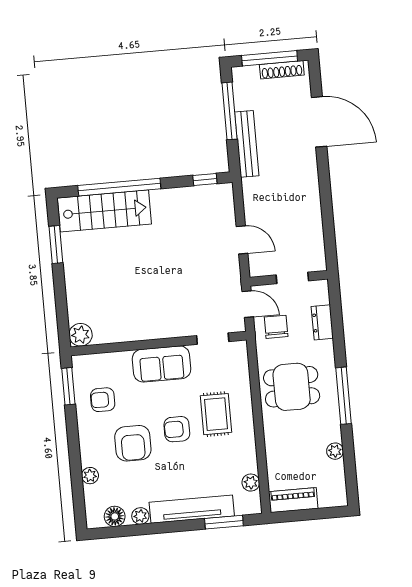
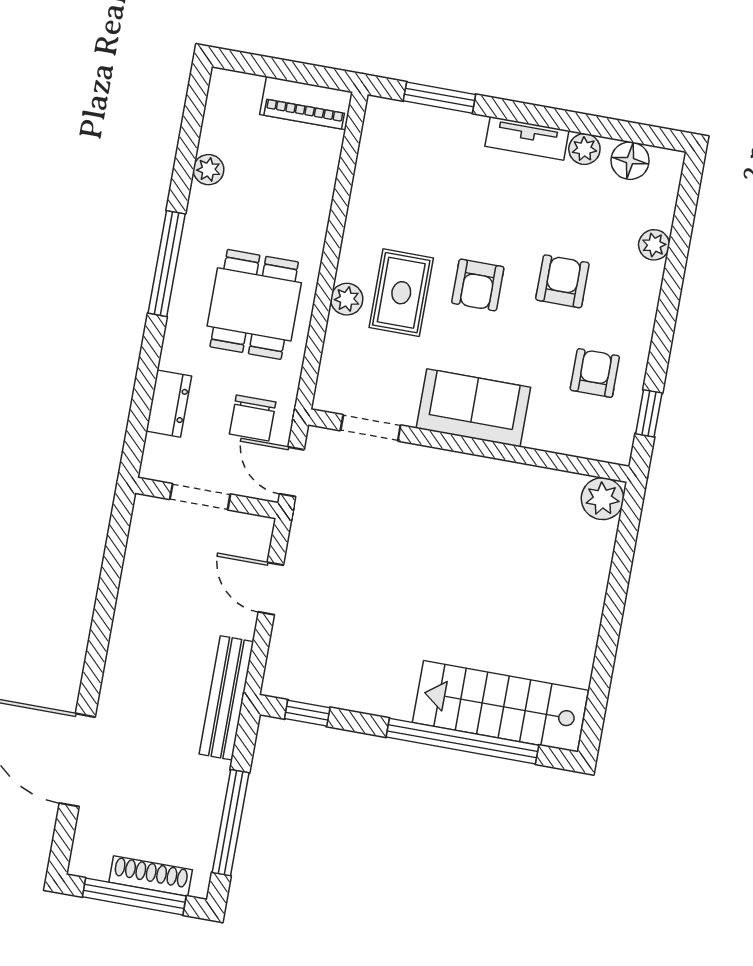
shoe rack: (282, 70) -> (151, 876), moved
bench: (247, 144) -> (226, 698), moved
window: (56, 244) -> (603, 670), removed
window: (68, 386) -> (649, 413), width x0.67
dining table: (292, 387) -> (254, 304), turned 90
armchair: (103, 400) -> (595, 373), turned -90
armchair: (177, 429) -> (478, 285), turned 90
armchair: (133, 443) -> (562, 281), width x0.72, depth x0.72
plant: (251, 483) -> (347, 299), moved
tv unit: (192, 509) -> (527, 138), width x0.52, depth x0.78

